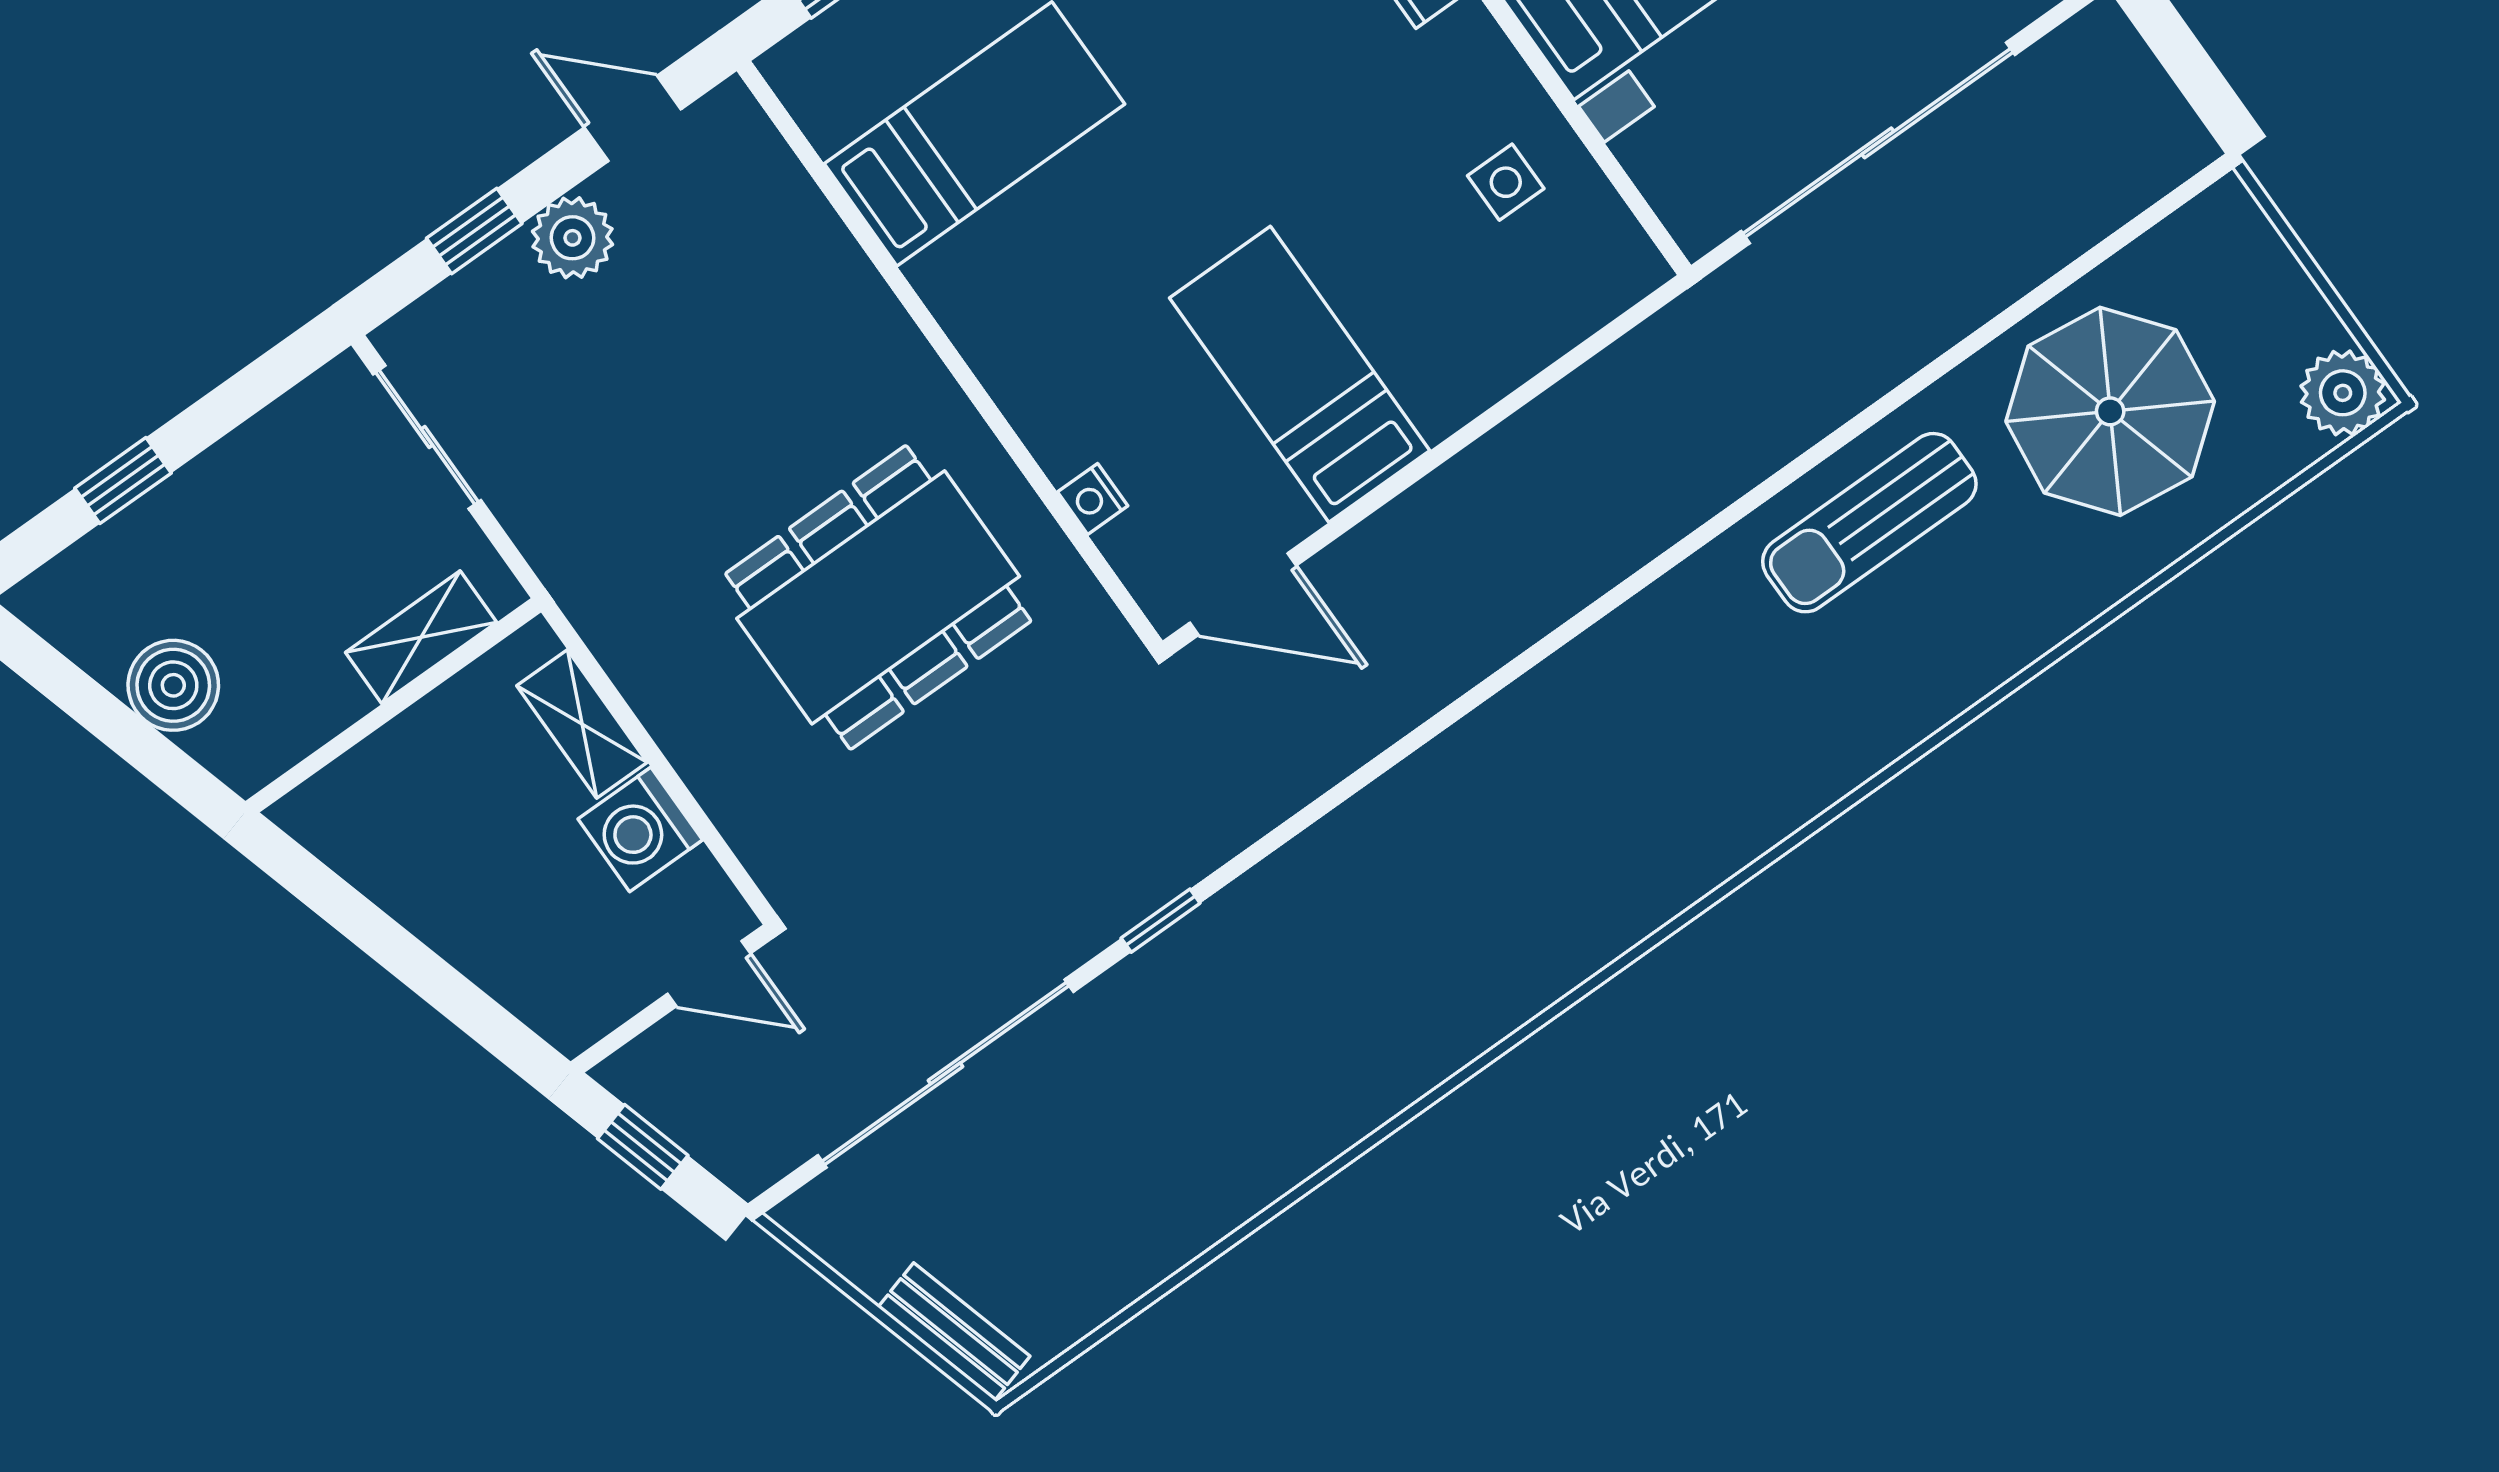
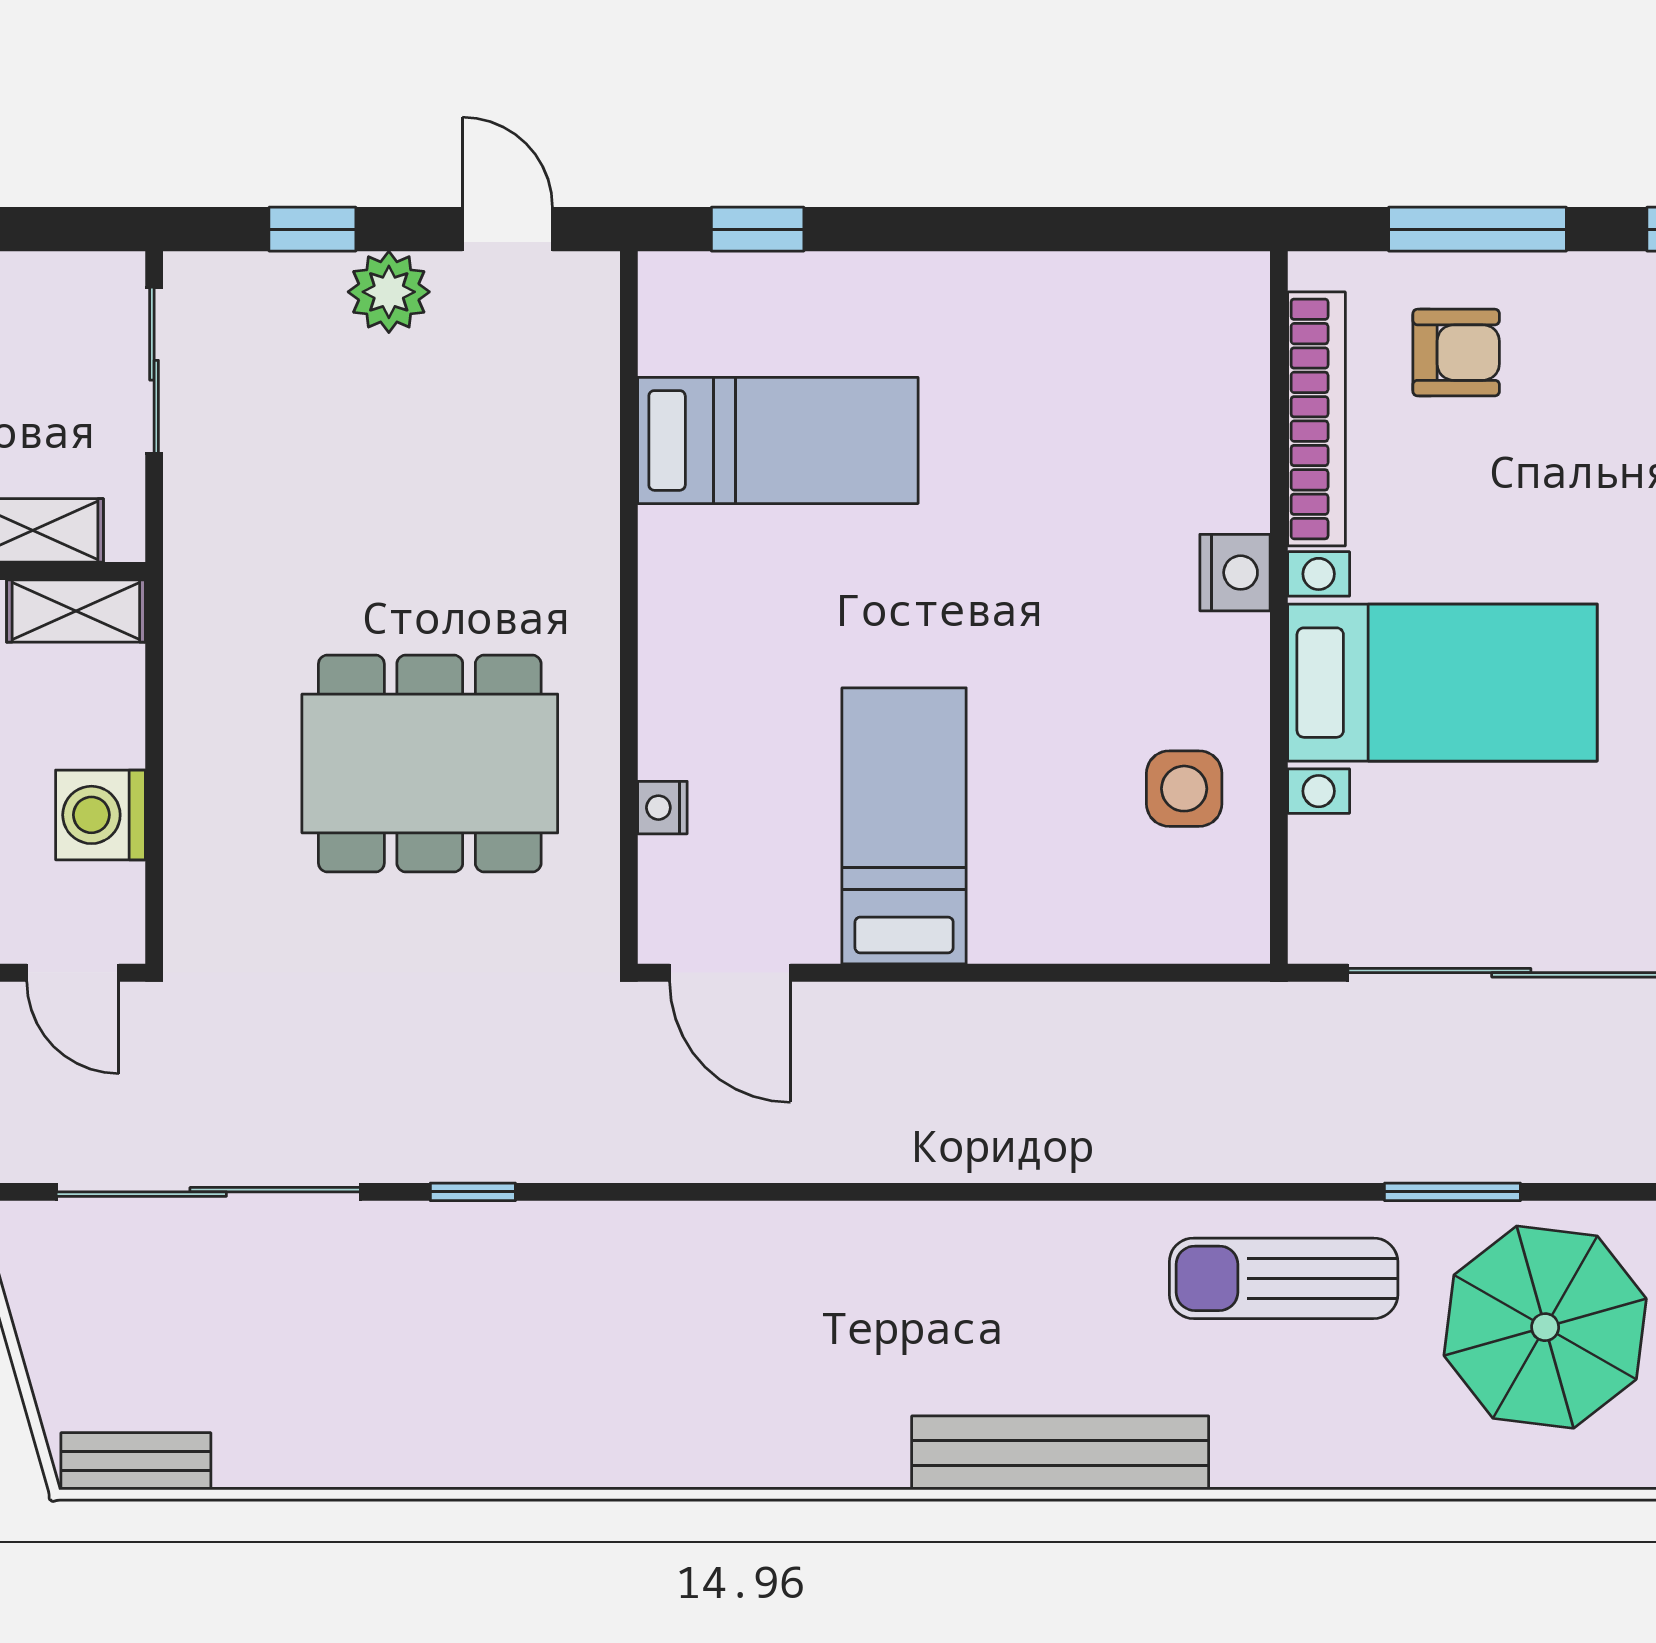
side table: (1506, 182) -> (1184, 789), width x1.37, depth x1.37
window: (1957, 355) -> (1452, 1192), added
shelving: (582, 724) -> (76, 611), moved, turned 90
bench: (1789, 794) -> (1060, 1453), added
bench: (954, 1332) -> (136, 1461), moved, turned -74

